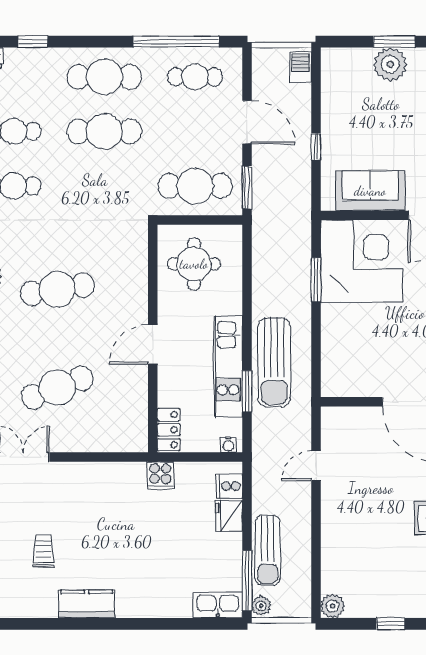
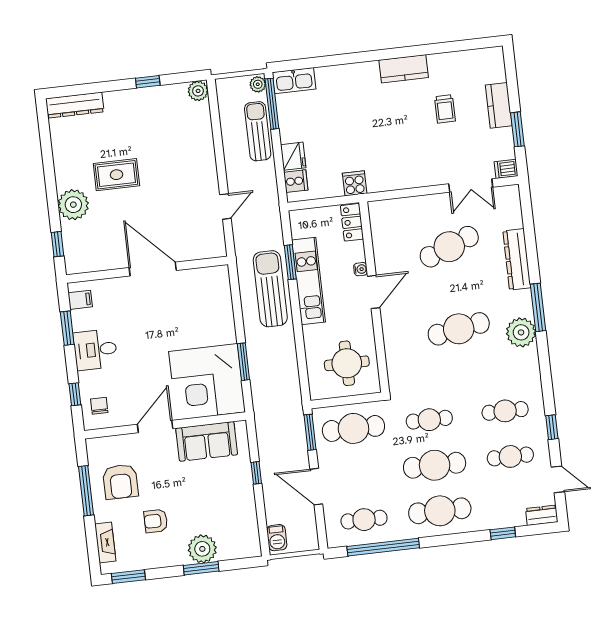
cafe table: (104, 186) -> (429, 420), added
water cooler: (228, 445) -> (361, 269), moved, turned 90

